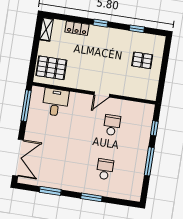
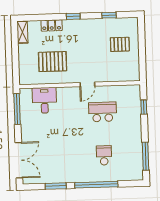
pallet: (51, 68) -> (53, 62), moved
school desk: (112, 125) -> (103, 112), width x1.85
window: (149, 161) -> (145, 156), moved
window: (91, 197) -> (96, 185), width x2.11

